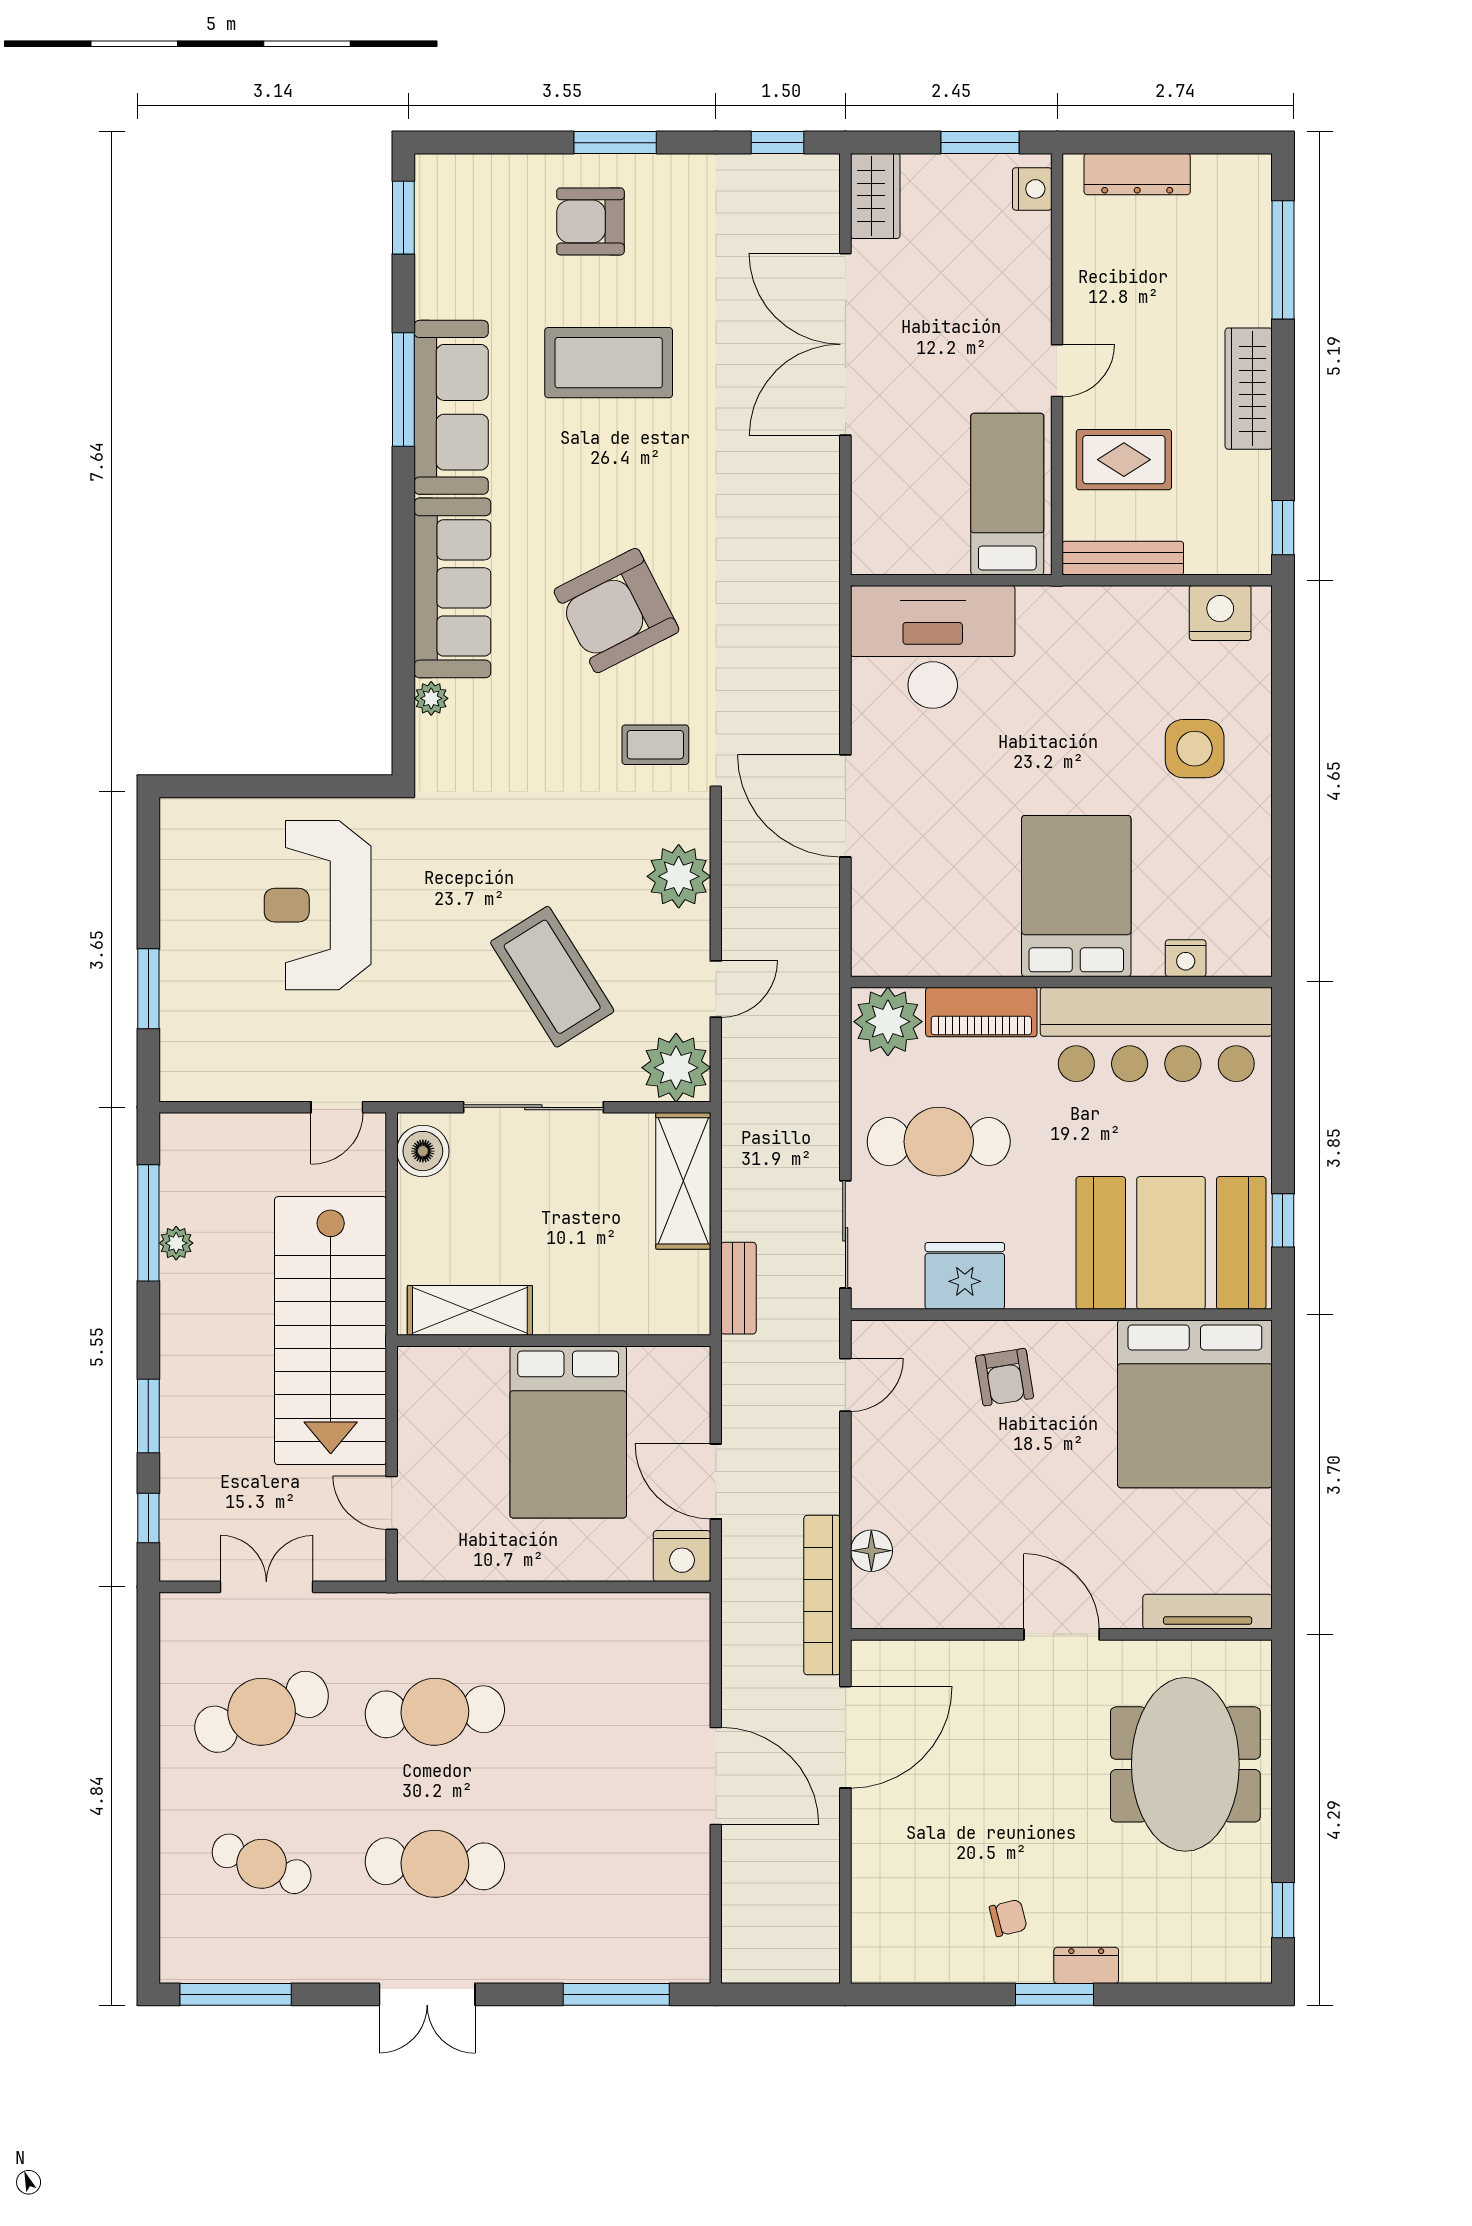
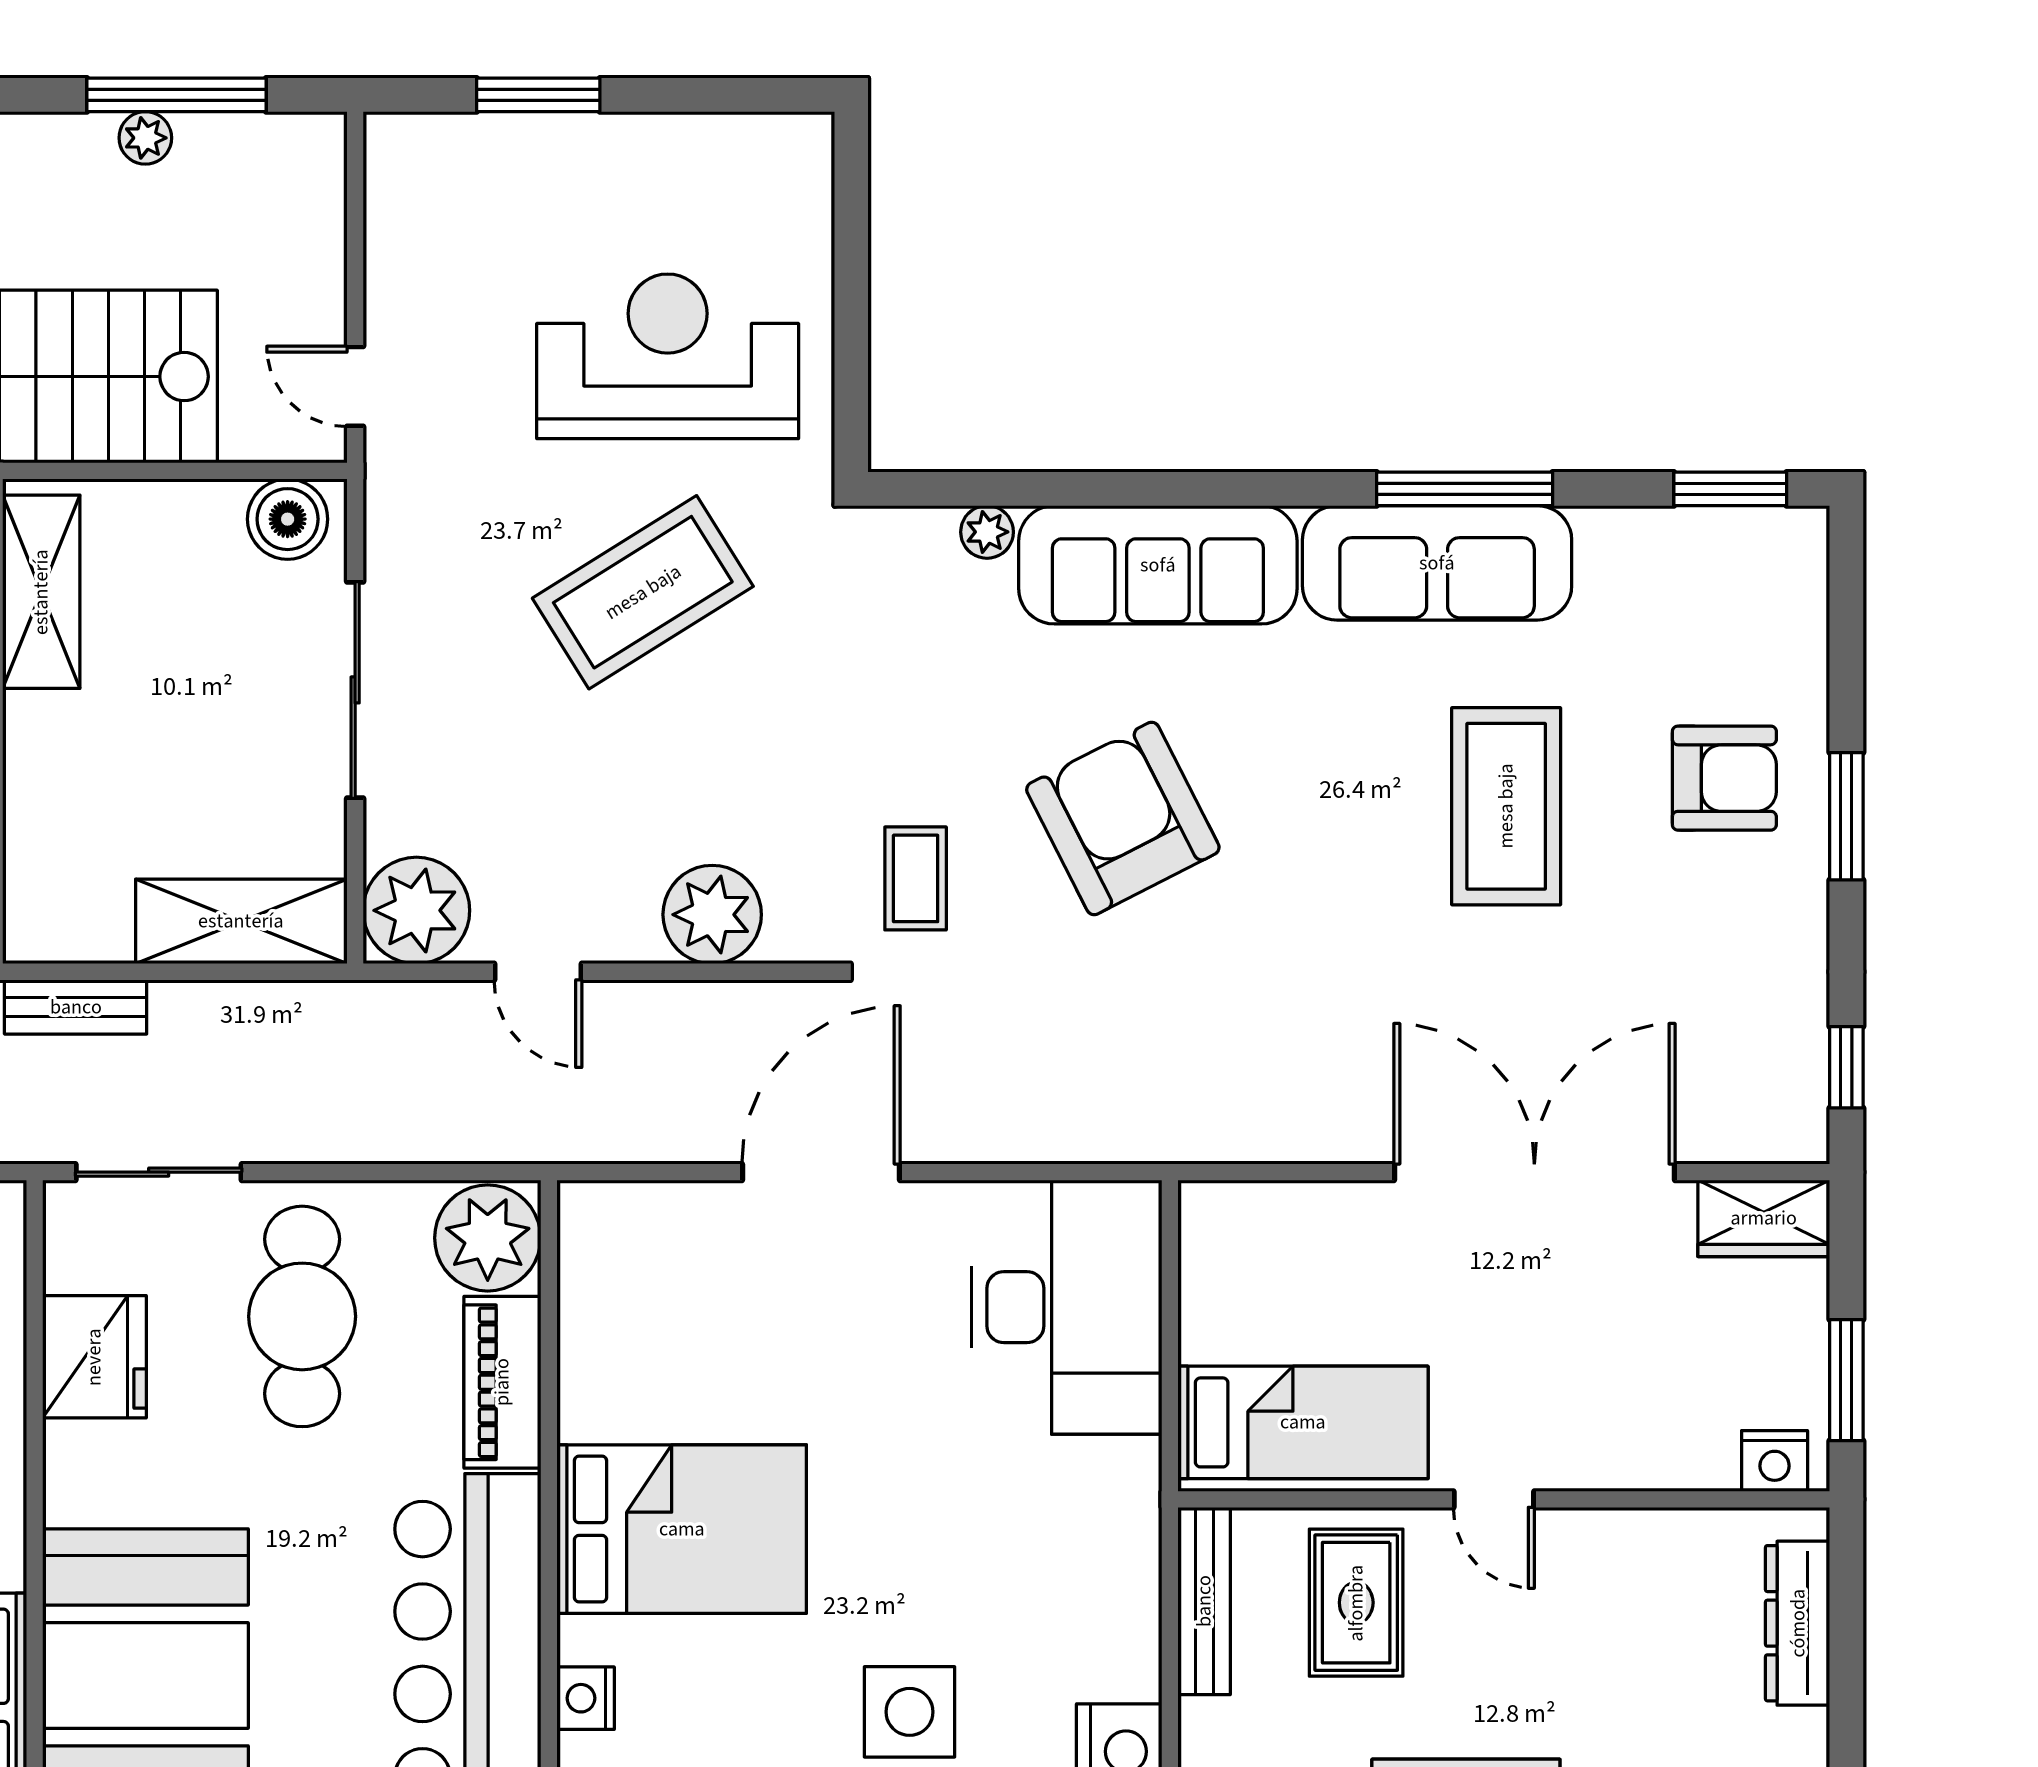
armchair: (590, 221) -> (1724, 778), turned 90
coffee table: (552, 977) -> (643, 592), moved

